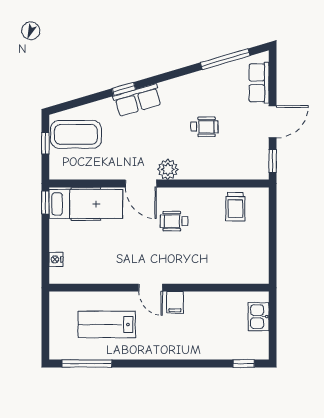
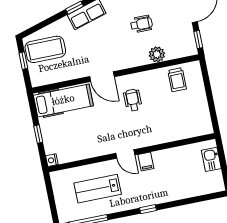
plant: (168, 169) -> (157, 54), moved
window: (45, 203) -> (38, 134), moved
wheelchair: (174, 221) -> (133, 100), turned 90
nightstand: (56, 259) -> (52, 160), moved
window: (244, 363) -> (148, 209), moved

